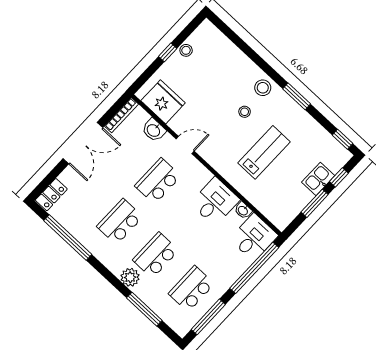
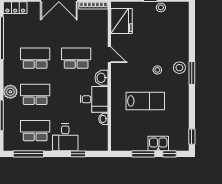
window: (297, 96) -> (192, 73), moved
washbasin: (154, 130) -> (102, 78), moved
desk: (254, 237) -> (65, 137), moved, turned 90
window: (254, 268) -> (78, 154), width x0.32

